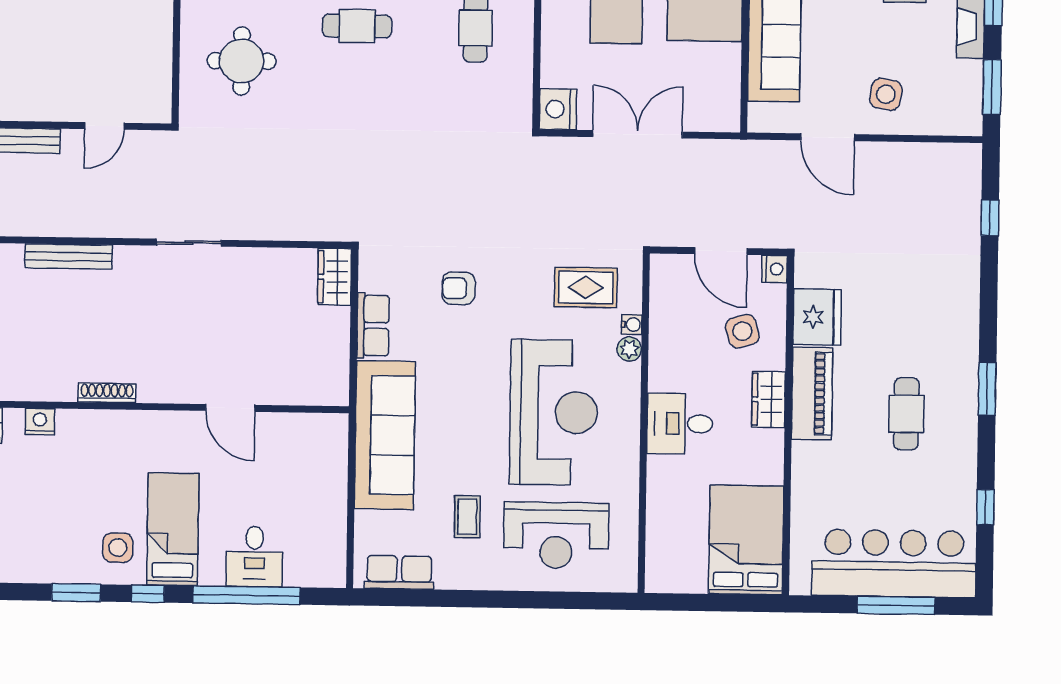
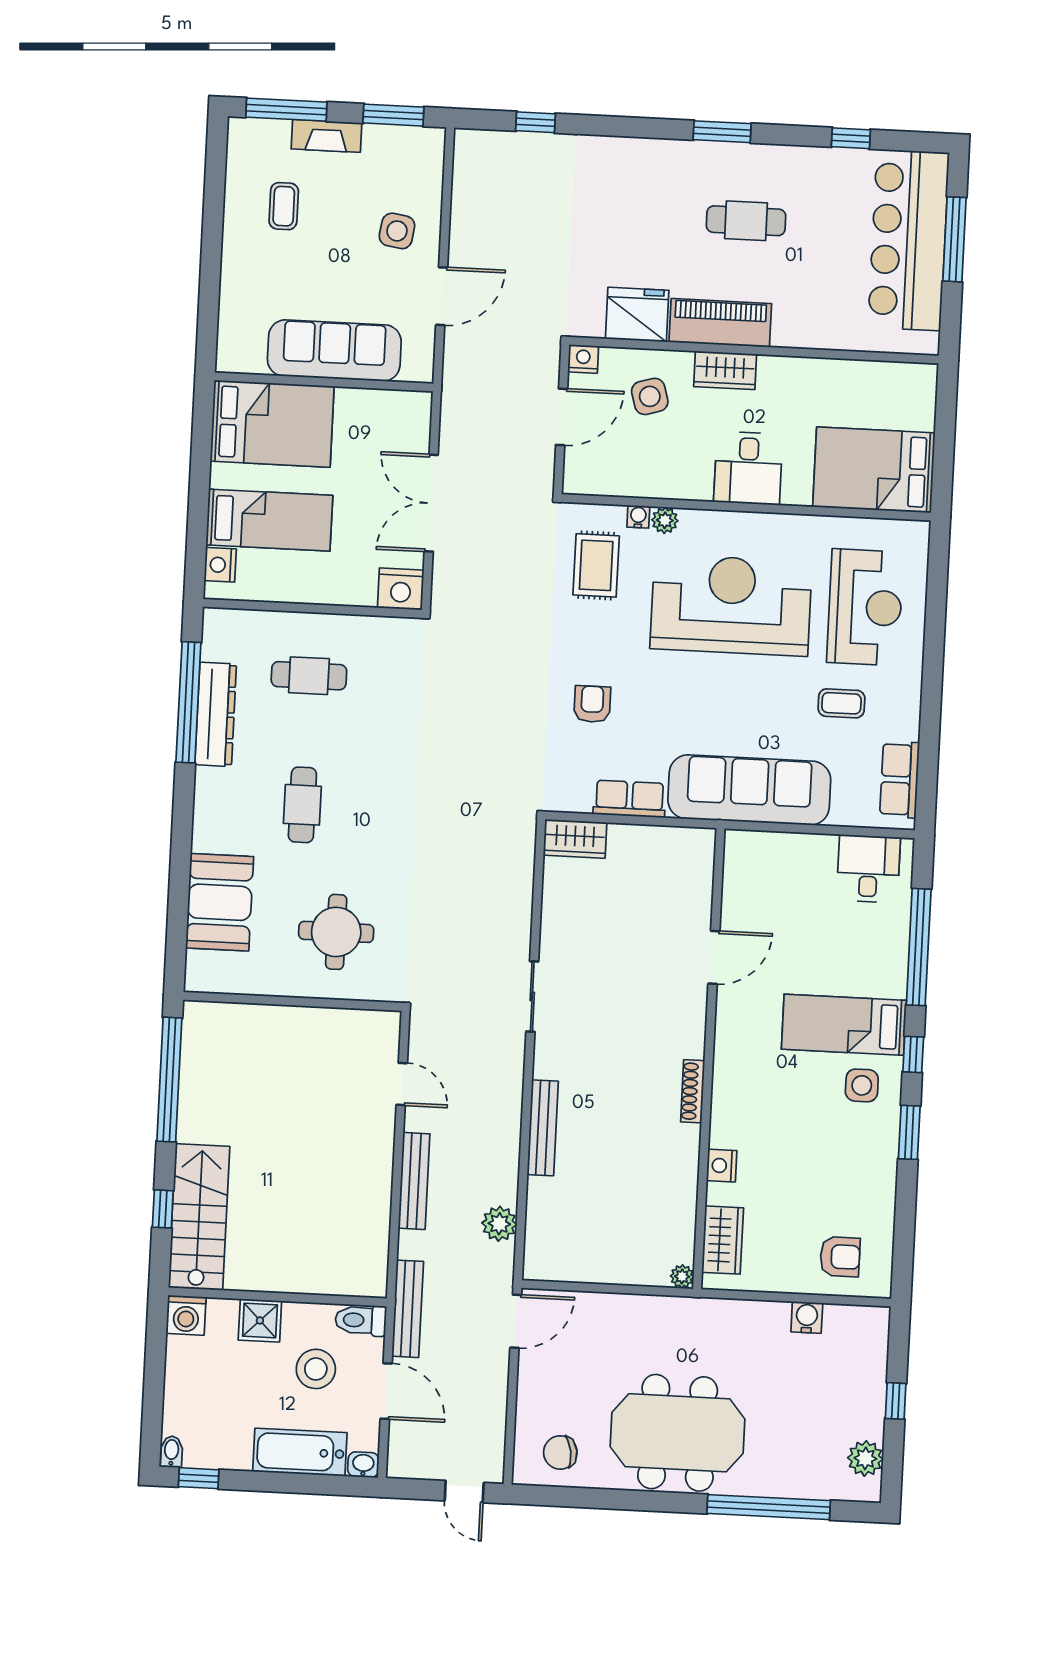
armchair: (459, 288) -> (592, 704), turned 180
bed: (746, 540) -> (874, 470), moved
desk: (254, 557) -> (868, 869), moved, turned -90

